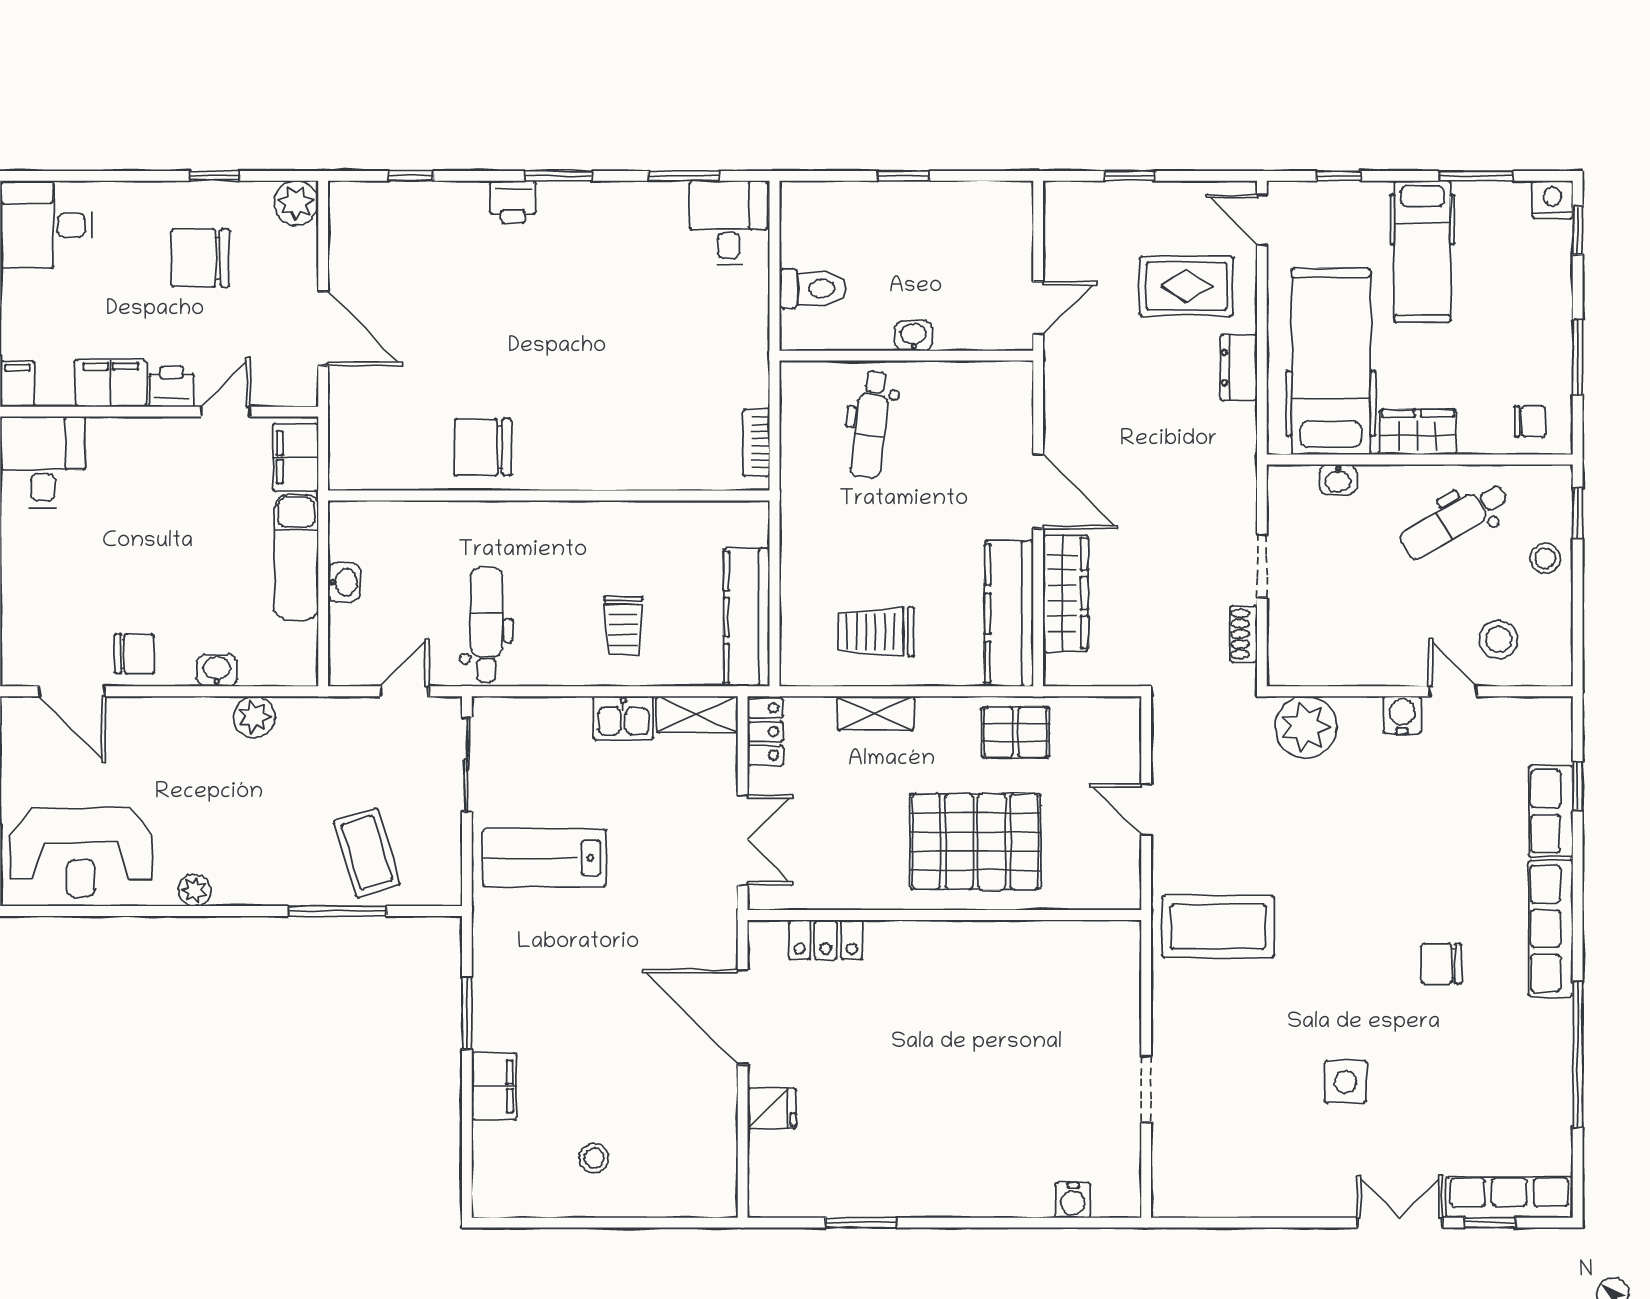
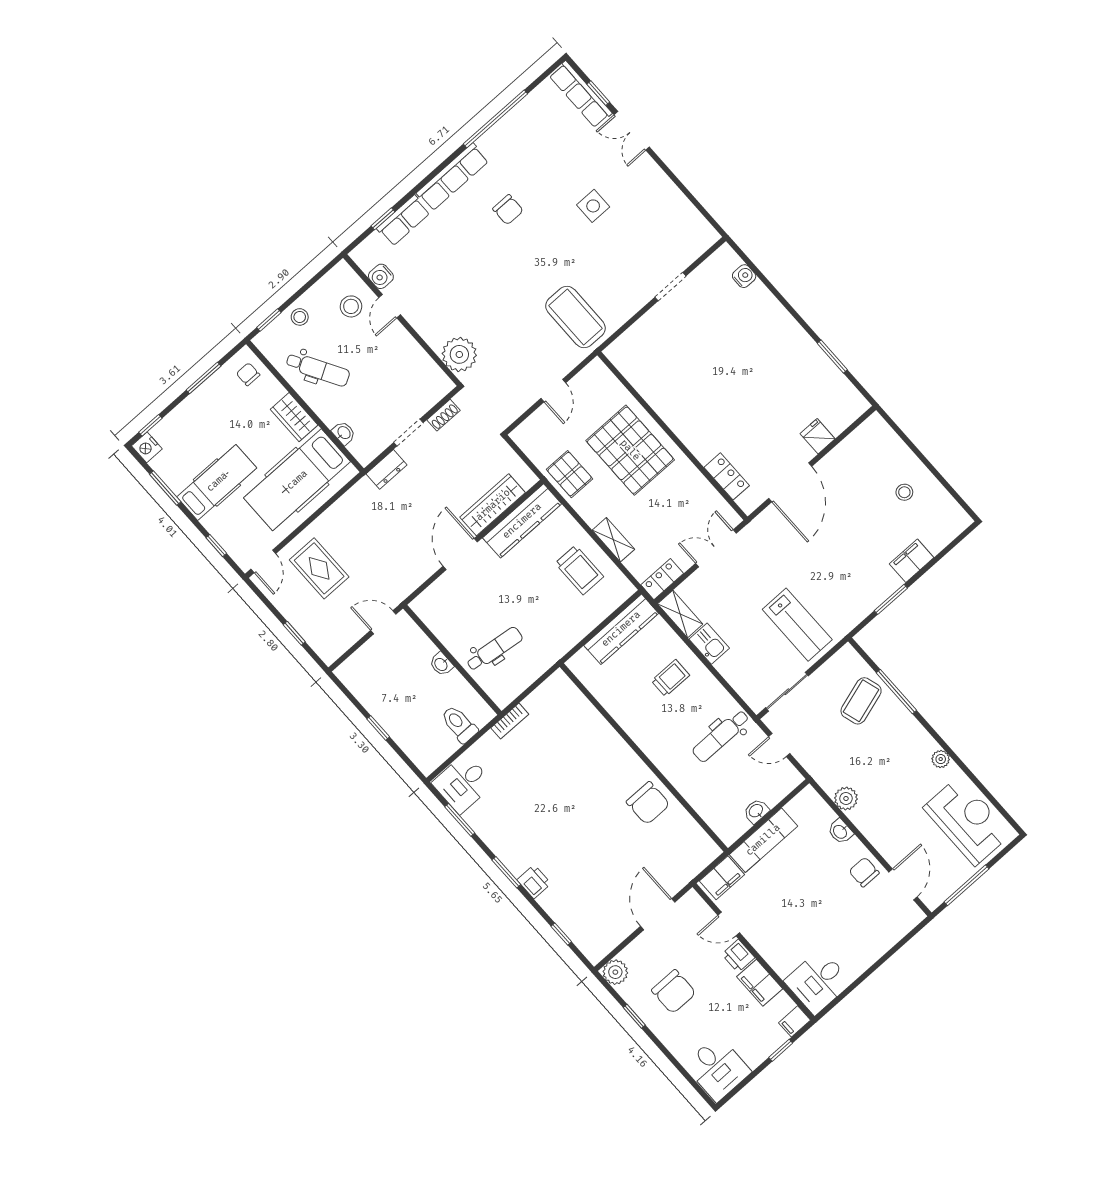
dresser: (1239, 368) -> (386, 469), moved
bookcase: (756, 442) -> (510, 721), moved
water cooler: (1402, 715) -> (381, 276), moved

